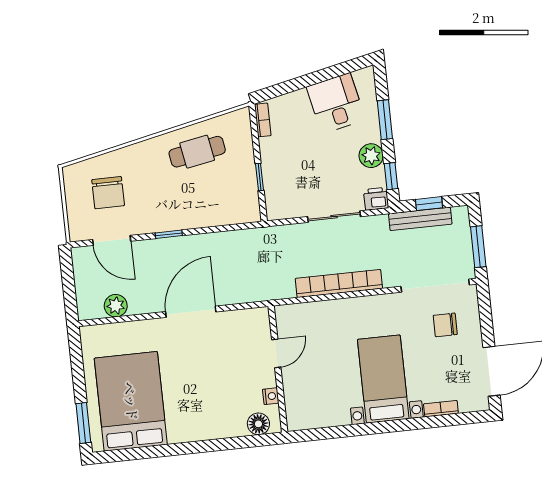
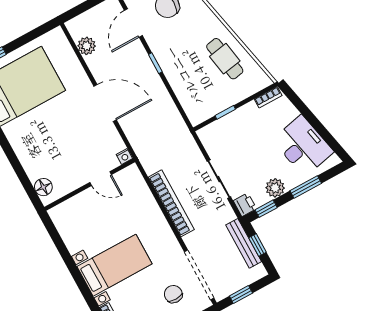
desk: (336, 103) -> (303, 146), width x1.37
window: (478, 247) -> (241, 295), width x0.67
nightstand: (271, 396) -> (124, 156), moved

